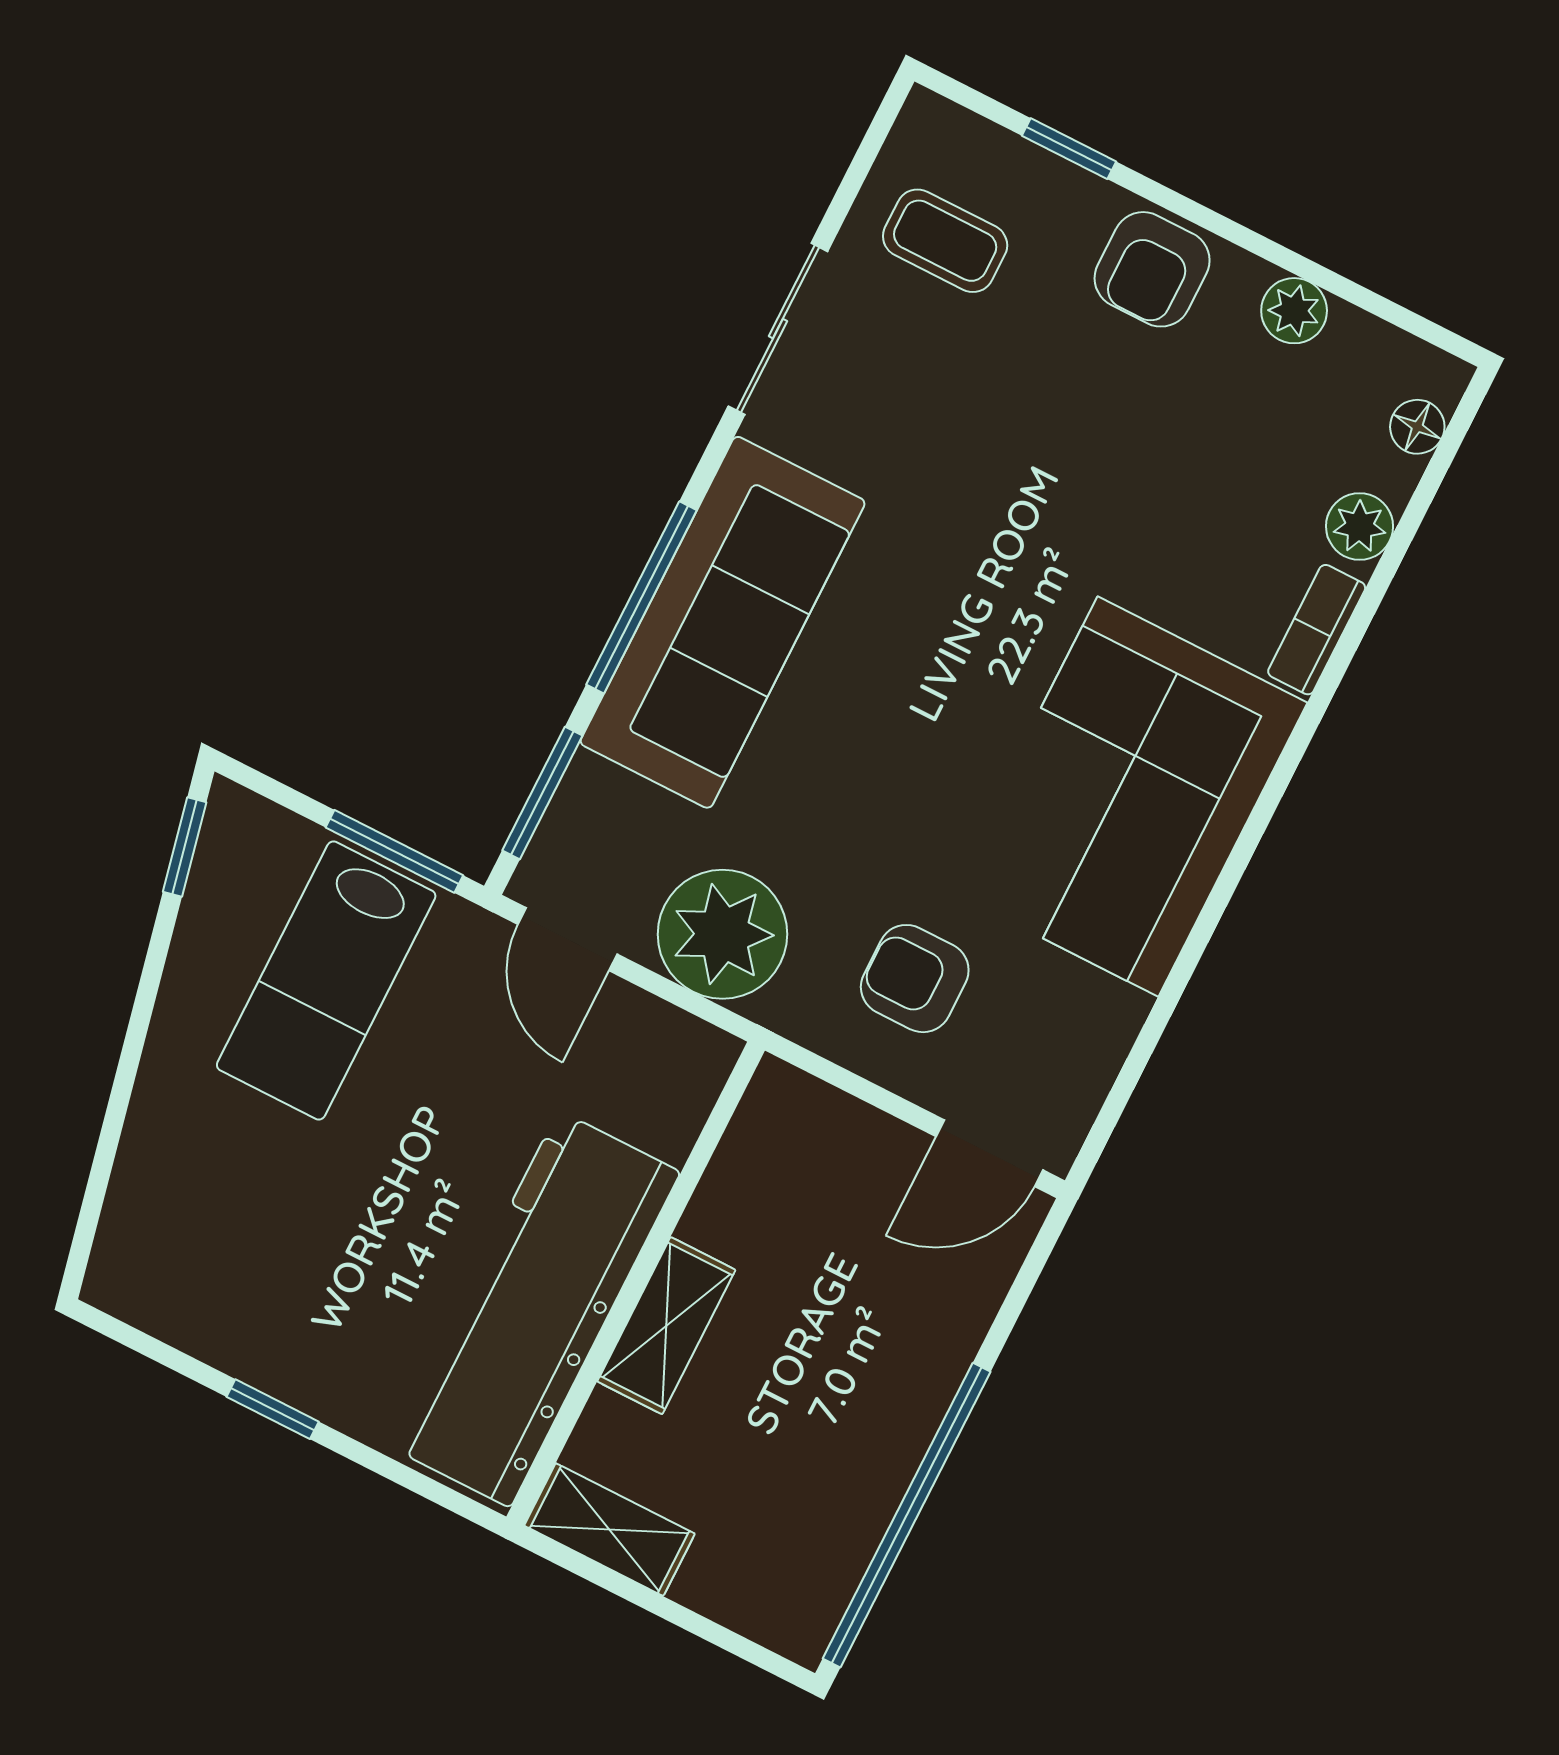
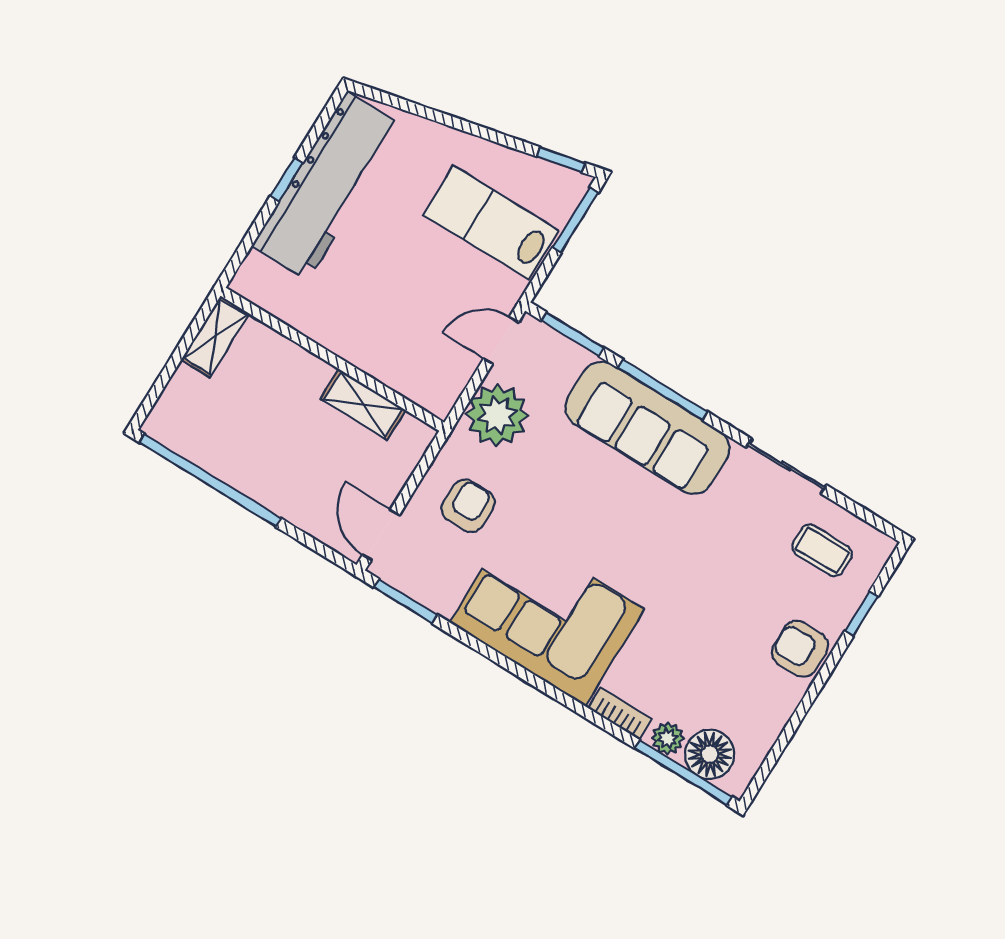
coffee table: (945, 241) -> (822, 550), turned 90
plant: (1294, 311) -> (774, 716), removed
floor lamp: (1417, 427) -> (710, 754), width x1.89, depth x1.89
window: (1427, 488) -> (683, 773), added
window: (394, 851) -> (575, 220), moved
window: (1122, 1091) -> (406, 601), added
workbench: (534, 1309) -> (327, 186), moved, turned 90
shelving: (666, 1326) -> (363, 404), moved

